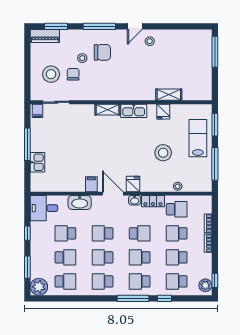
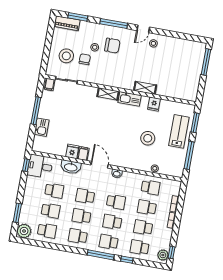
shelving: (169, 95) -> (145, 88), moved
fridge: (133, 184) -> (72, 151), moved
locker: (153, 201) -> (132, 177), removed
window: (27, 233) -> (26, 165), moved
school desk: (65, 233) -> (54, 191), turned 180

